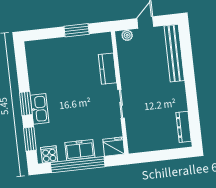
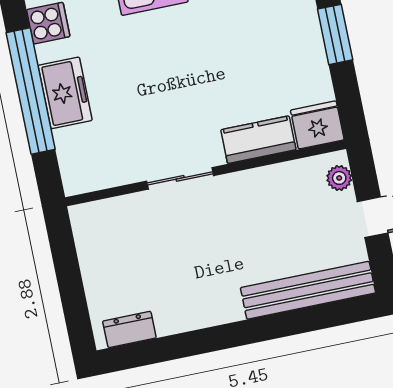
window: (77, 30) -> (335, 34), moved
dresser: (184, 127) -> (129, 329), width x0.70
fridge: (114, 147) -> (317, 125), moved, turned -90

